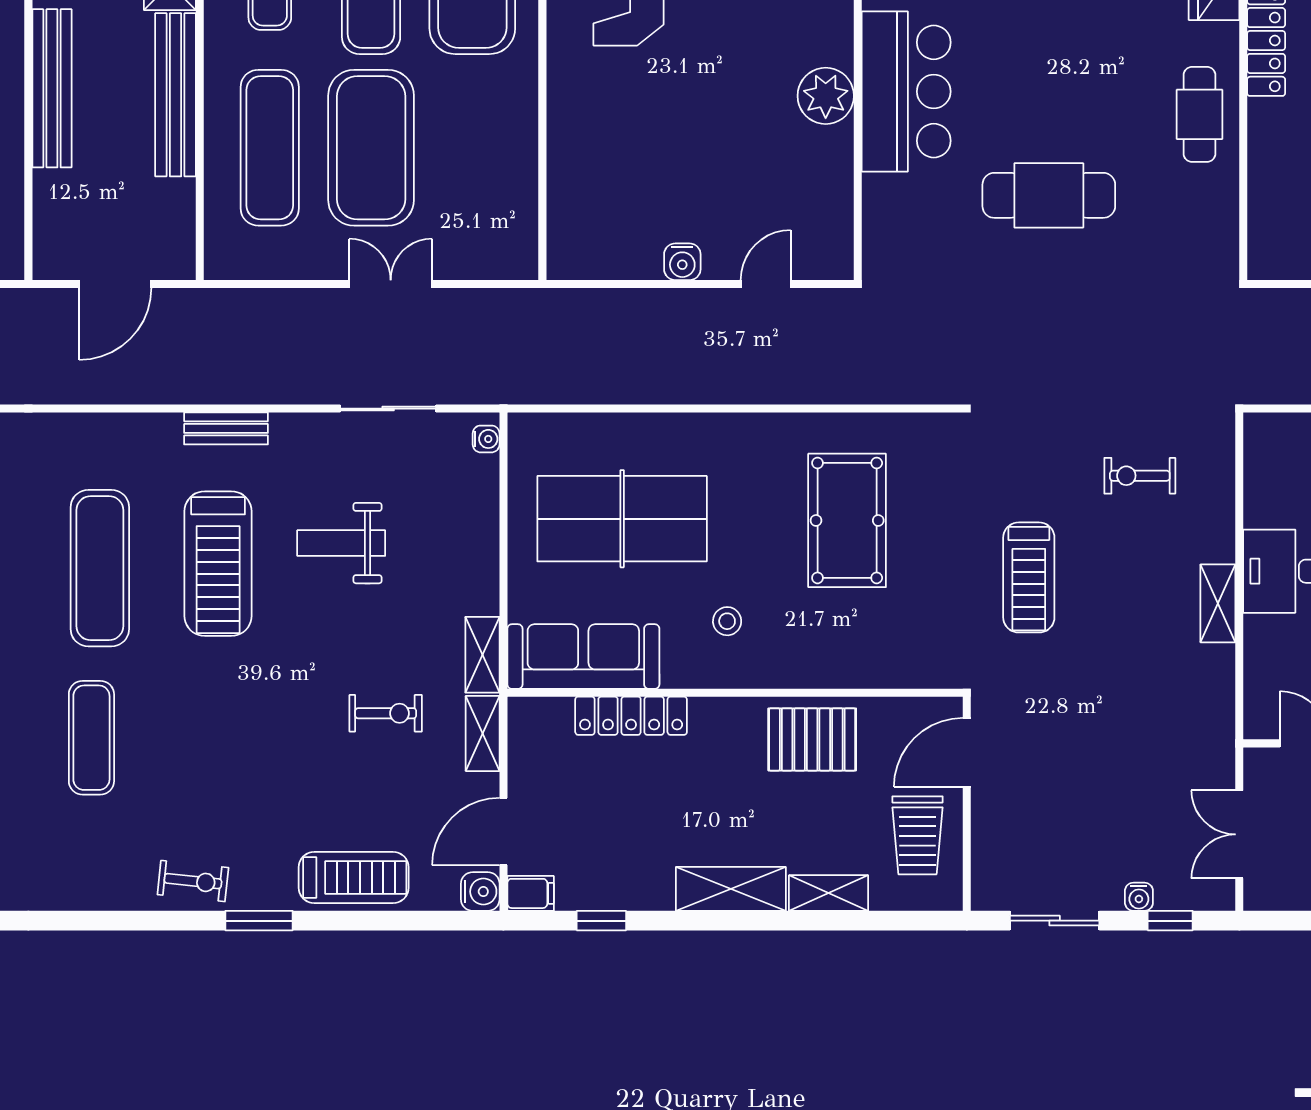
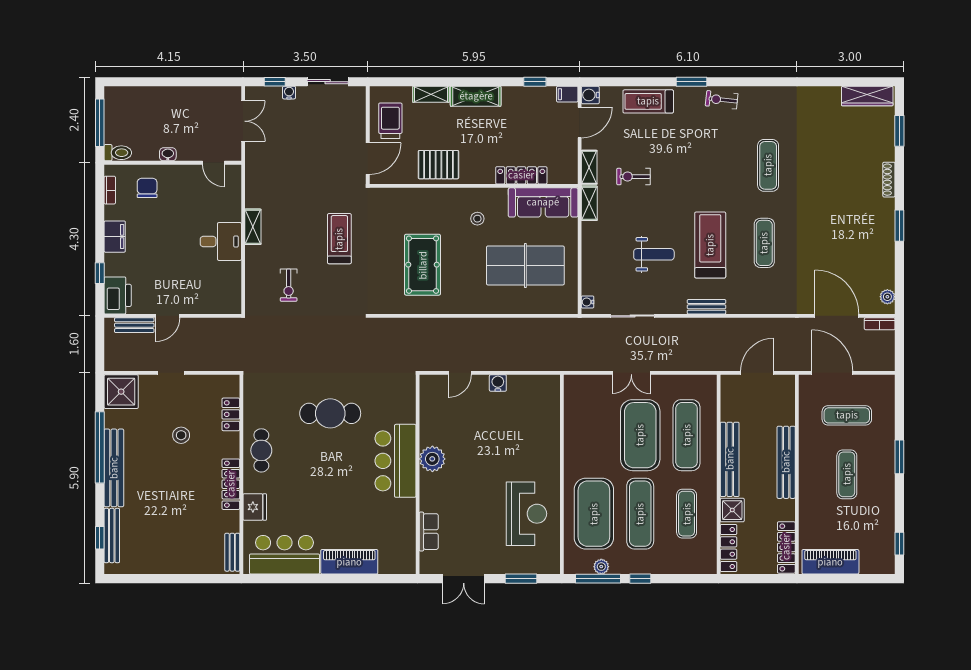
locker: (1266, 193) -> (231, 414), added
exercise bike: (1140, 476) -> (289, 285), turned 90
exercise mat: (100, 568) -> (764, 243), width x0.73, depth x0.69

